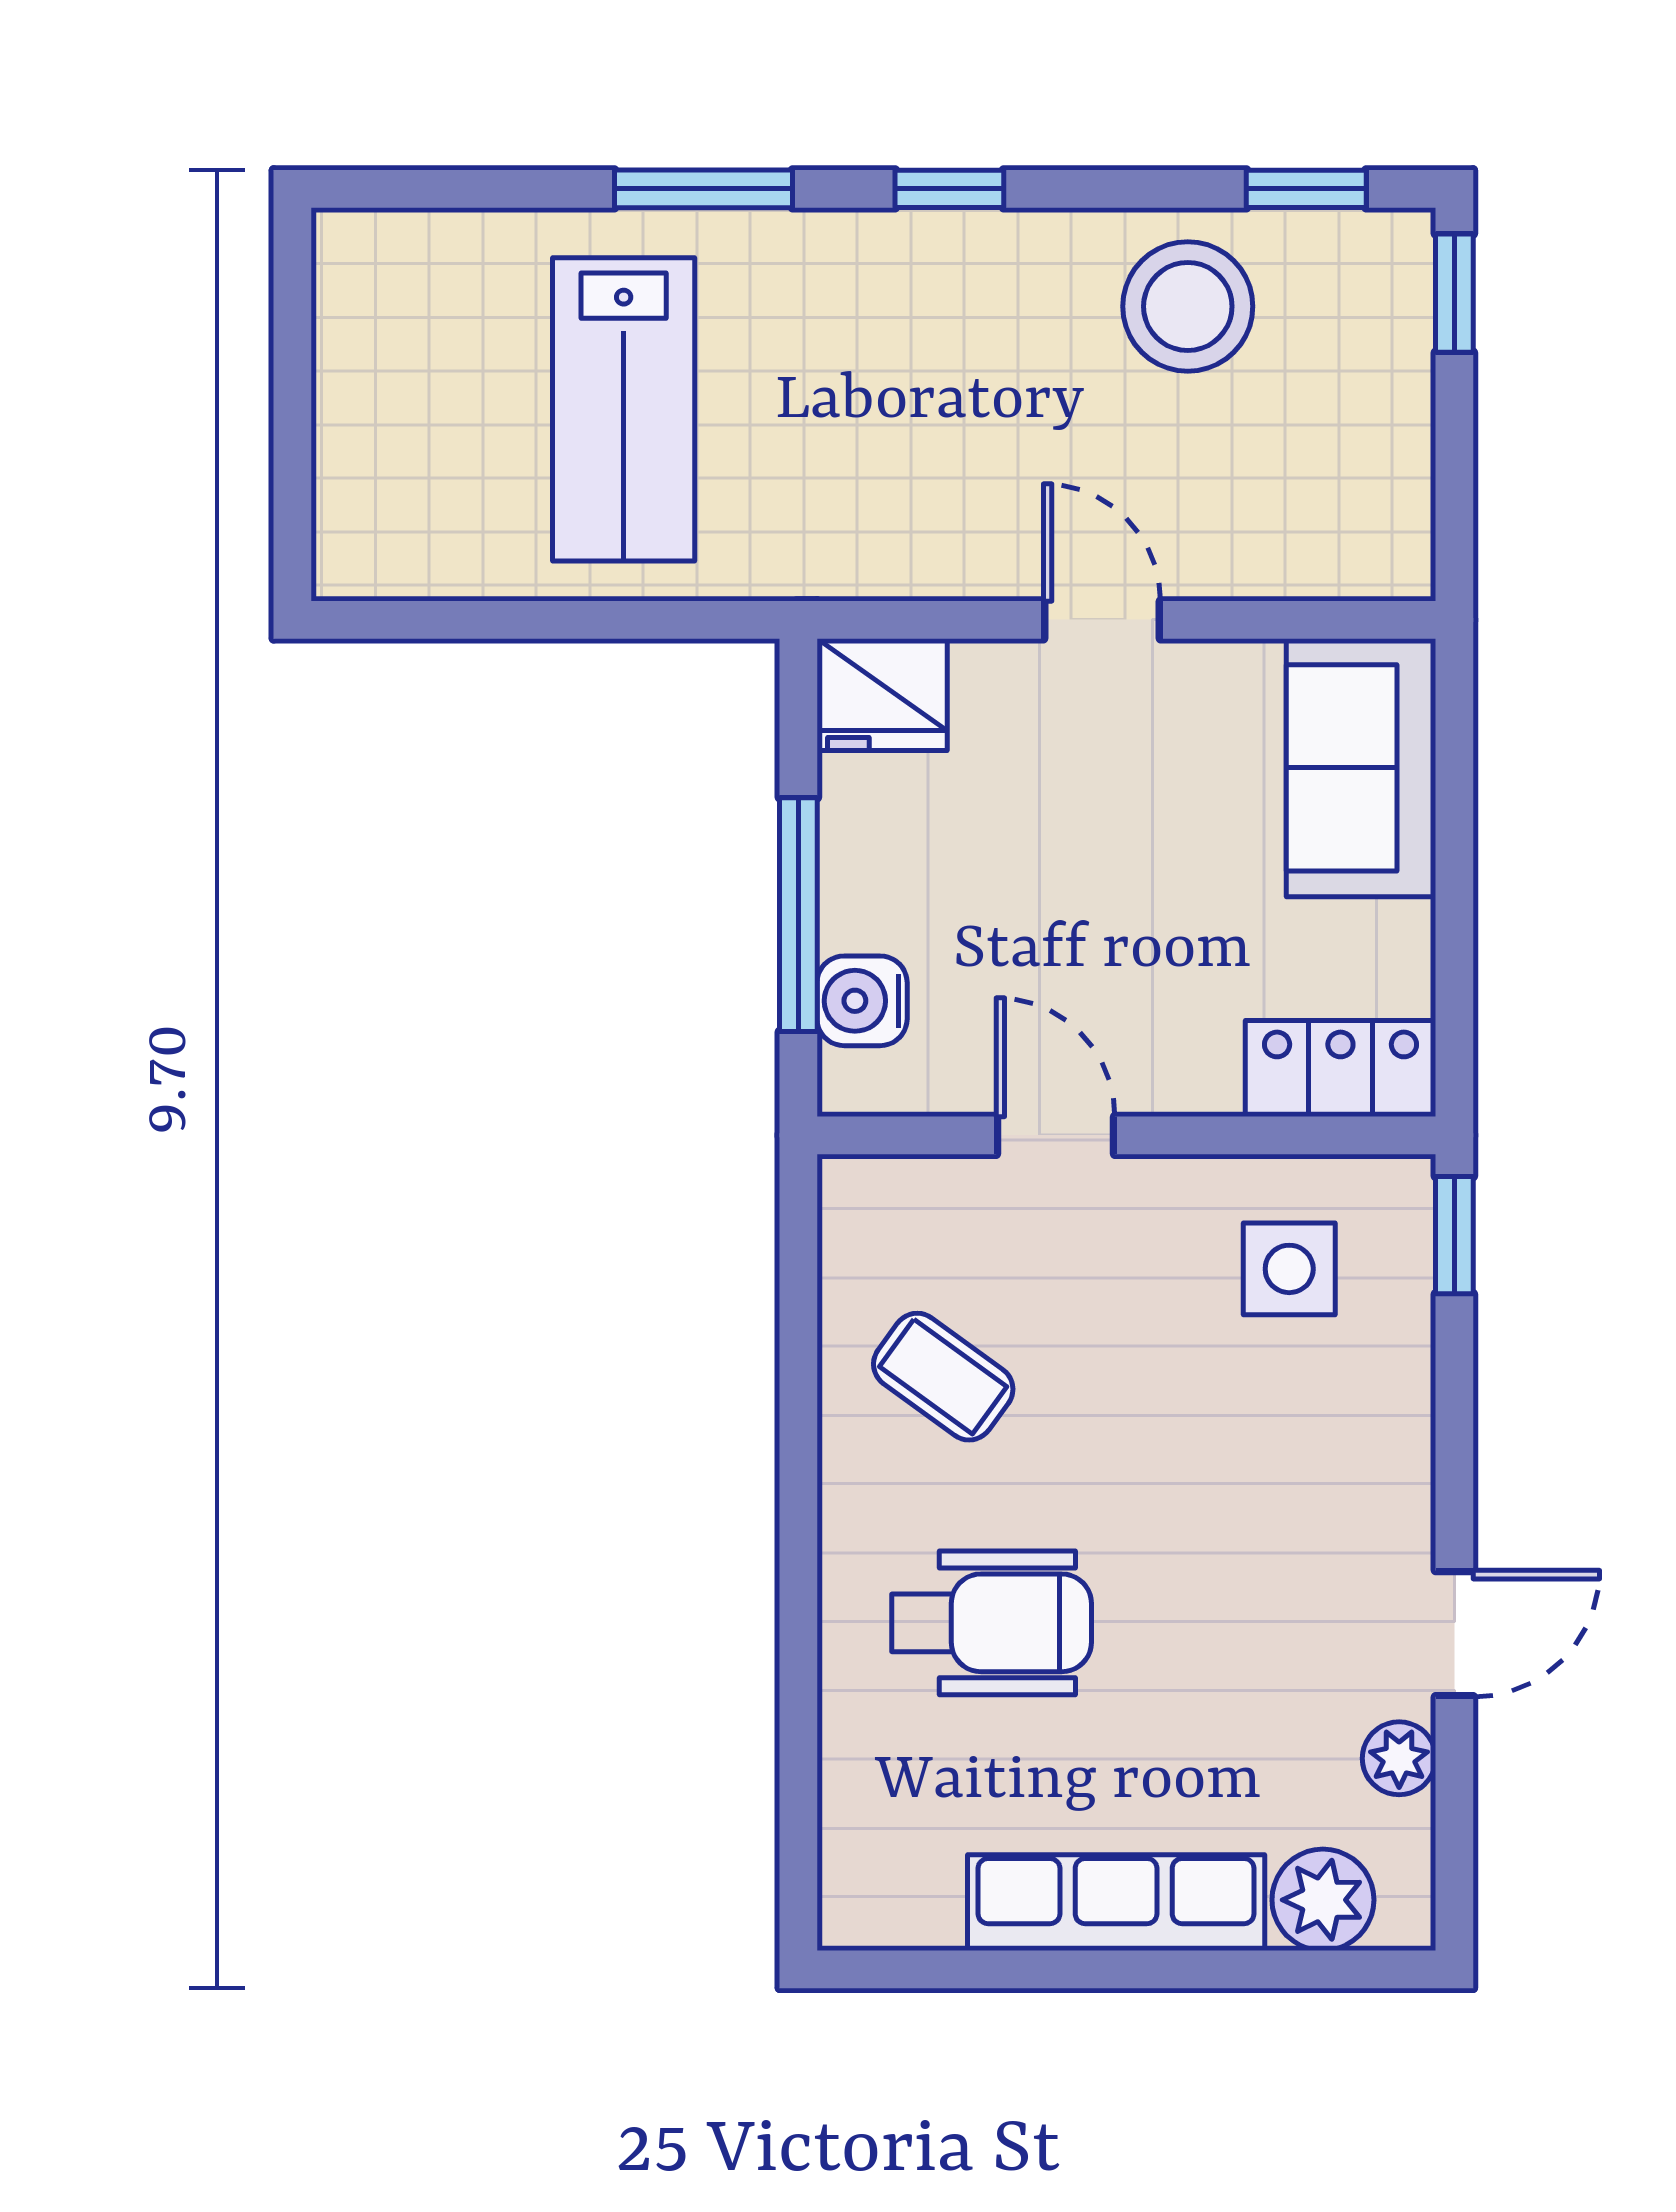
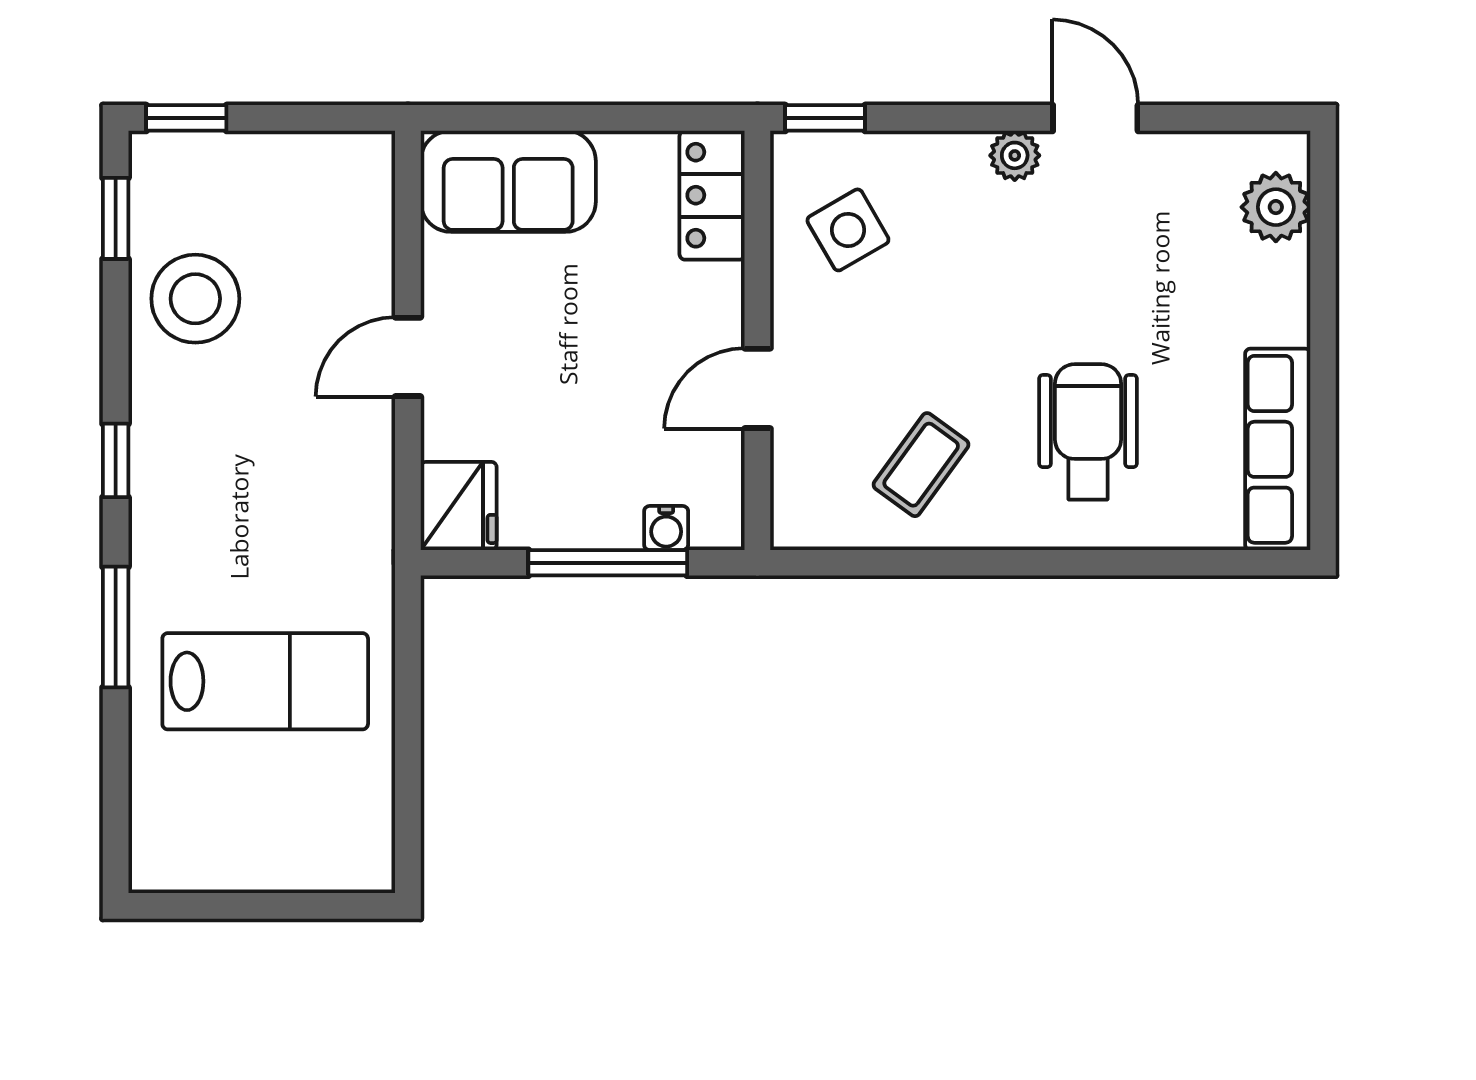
water cooler: (862, 1001) -> (666, 528), width x0.72, depth x0.72
side table: (1289, 1269) -> (848, 230), turned -30
plant: (1399, 1758) -> (1015, 155), moved
row of seats: (1116, 1903) -> (1278, 449), moved

